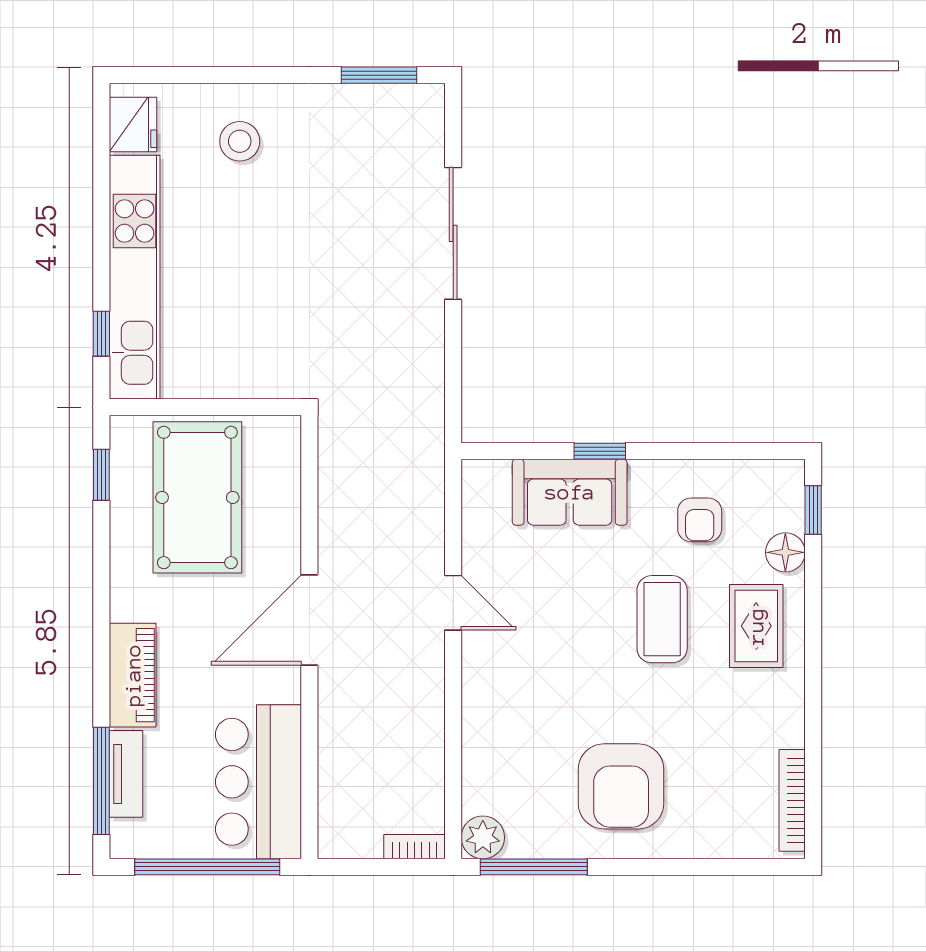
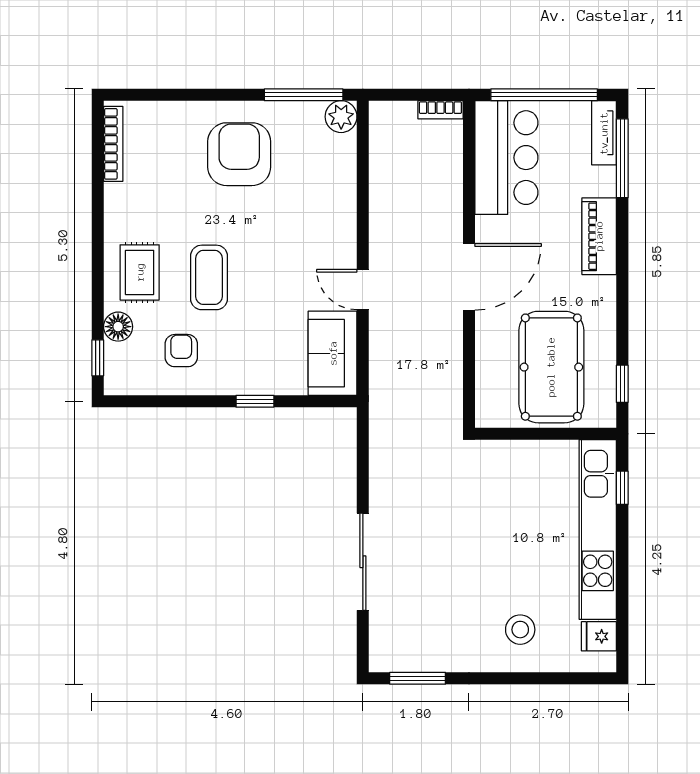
fridge: (133, 124) -> (599, 636), width x0.72
sofa: (570, 492) -> (333, 353), moved, turned -90
tv unit: (126, 774) -> (604, 133), moved
bookcase: (415, 847) -> (440, 110), moved

